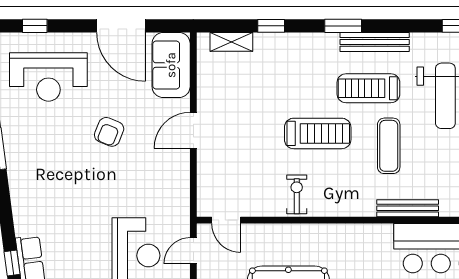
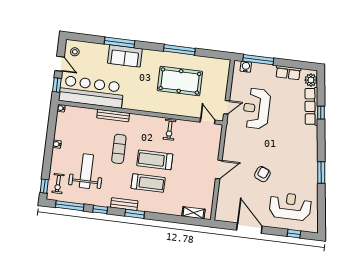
window: (271, 26) -> (100, 210), moved
bench: (375, 42) -> (124, 204), width x0.73
sofa: (171, 65) -> (226, 205), removed
treadmill: (368, 88) -> (148, 183), moved

